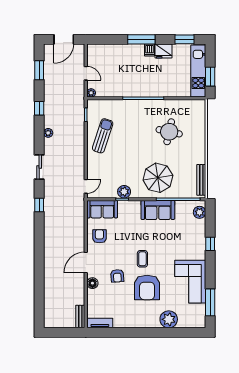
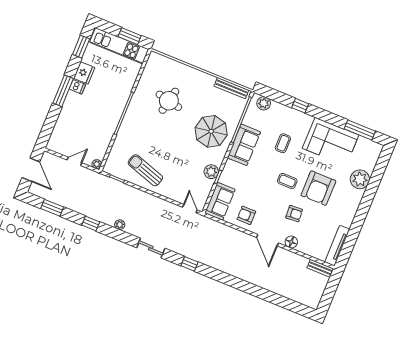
coffee table: (173, 242) -> (283, 143), added
armchair: (147, 287) -> (318, 188), turned 90
tv unit: (100, 323) -> (337, 246), width x1.41

